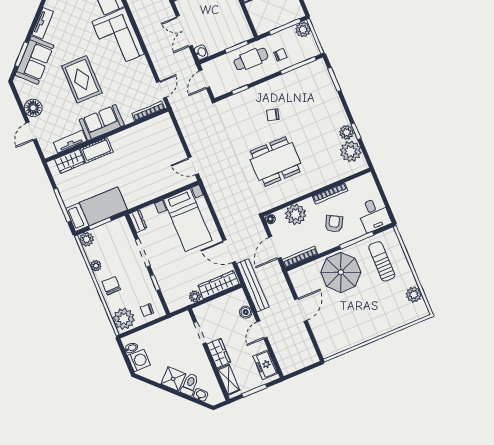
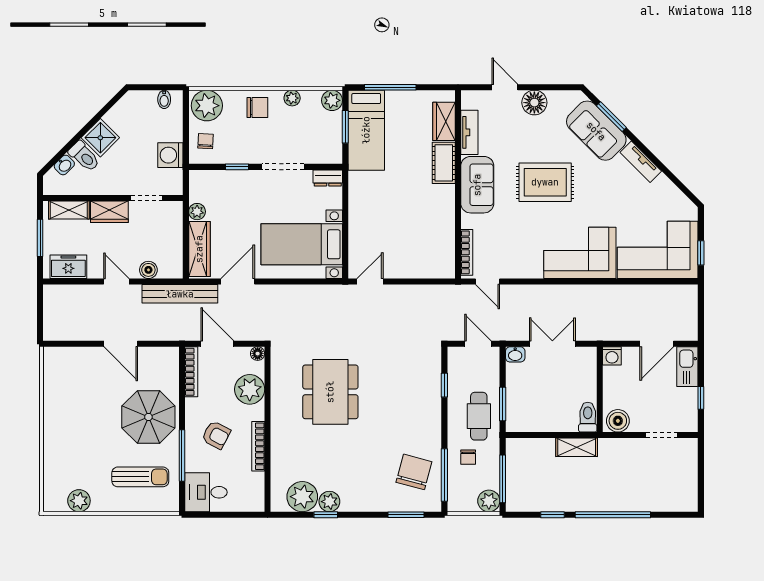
chair: (273, 115) -> (414, 472), moved, width x1.87, depth x1.87
washing machine: (139, 360) -> (170, 155), moved, turned 90

